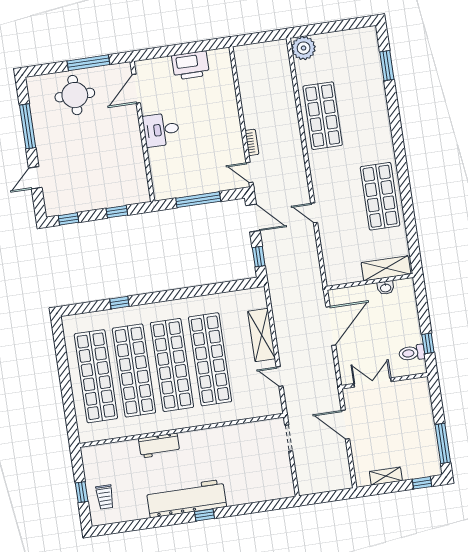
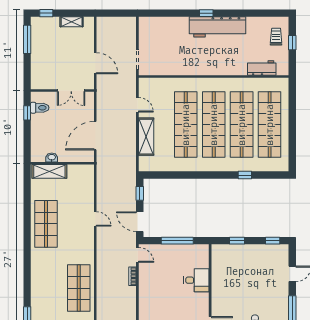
desk: (161, 130) -> (196, 280), moved
workbench: (159, 445) -> (262, 68), moved

